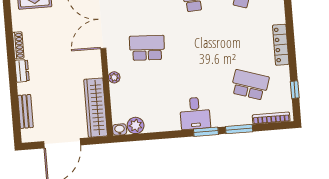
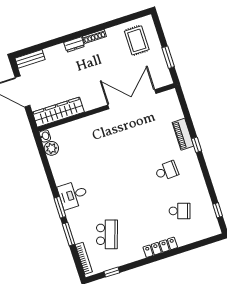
locker: (281, 45) -> (160, 247), moved
school desk: (147, 48) -> (117, 143), removed
plant: (114, 77) -> (87, 121), removed
bench: (25, 111) -> (30, 59), moved

